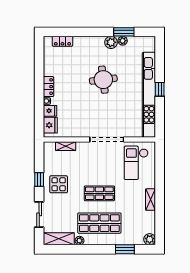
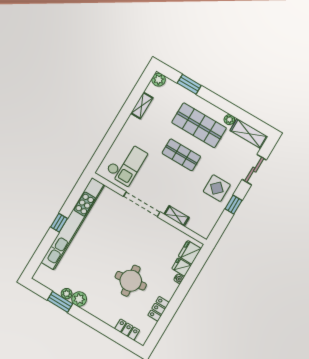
round table: (103, 80) -> (131, 281), moved
locker: (49, 87) -> (159, 309), moved
shelving: (66, 146) -> (177, 216), moved
shelving: (150, 200) -> (142, 106), moved

